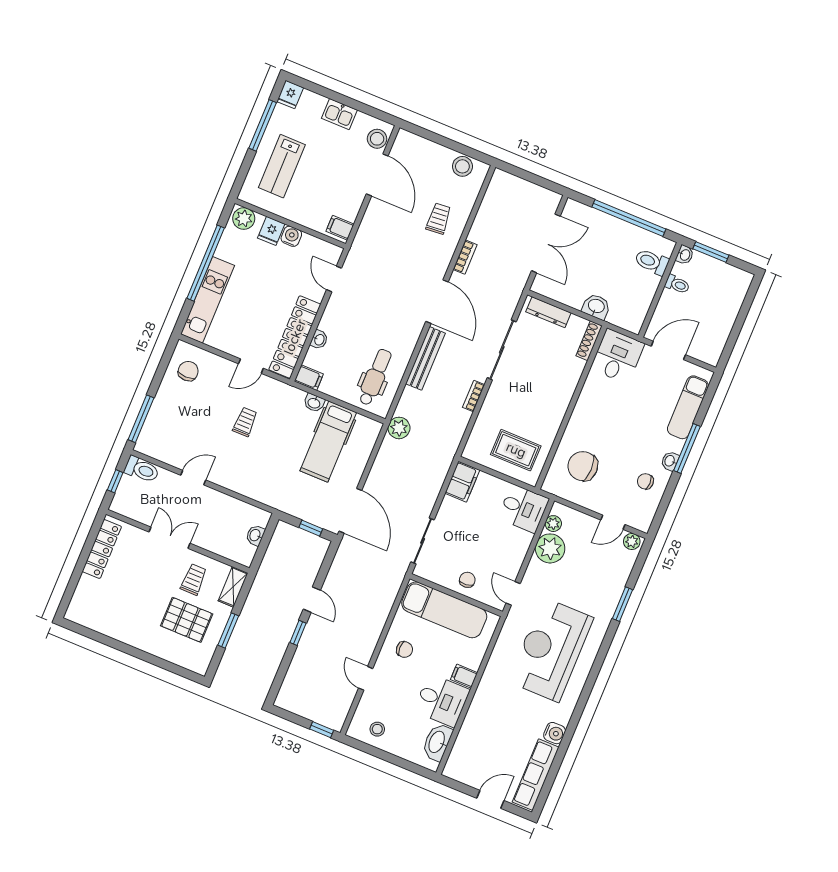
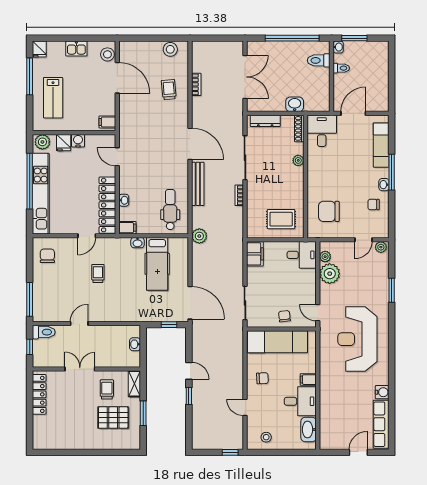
bookcase: (465, 257) -> (196, 84), moved
kitchen unit: (207, 300) -> (41, 194), width x1.36
plant: (570, 382) -> (298, 160), added

